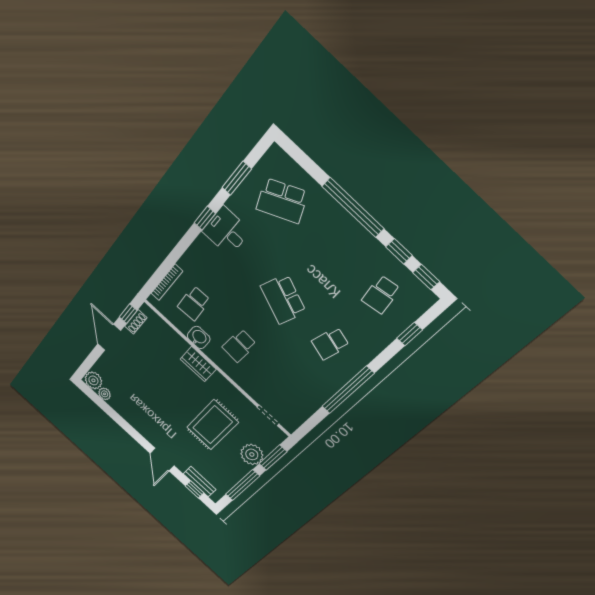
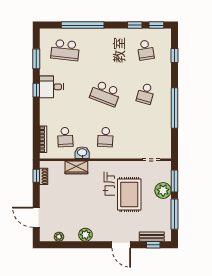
school desk: (282, 201) -> (65, 50), turned 30
window: (353, 207) -> (83, 25), moved
door: (109, 337) -> (36, 217), moved
wardrobe: (198, 364) -> (76, 167), moved
plant: (93, 380) -> (85, 235), moved

